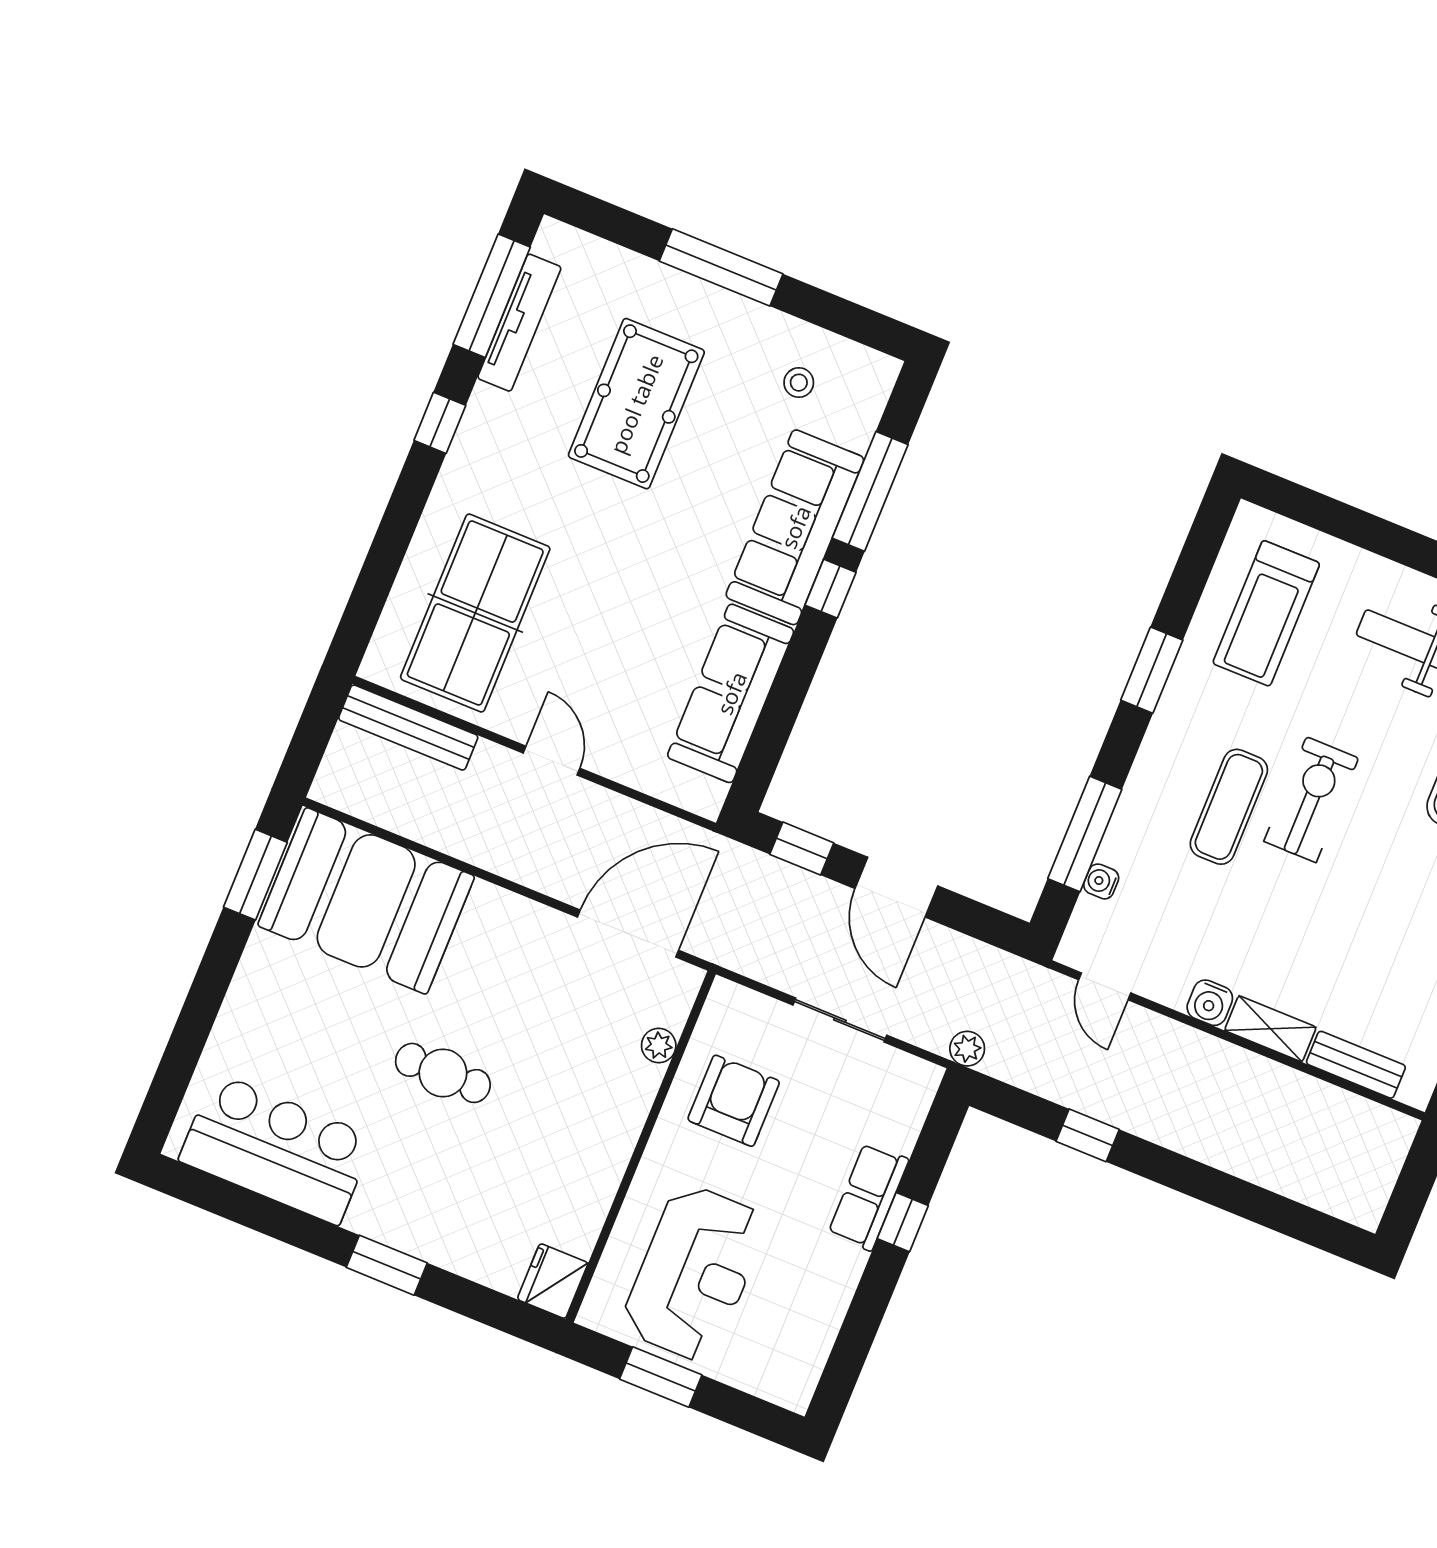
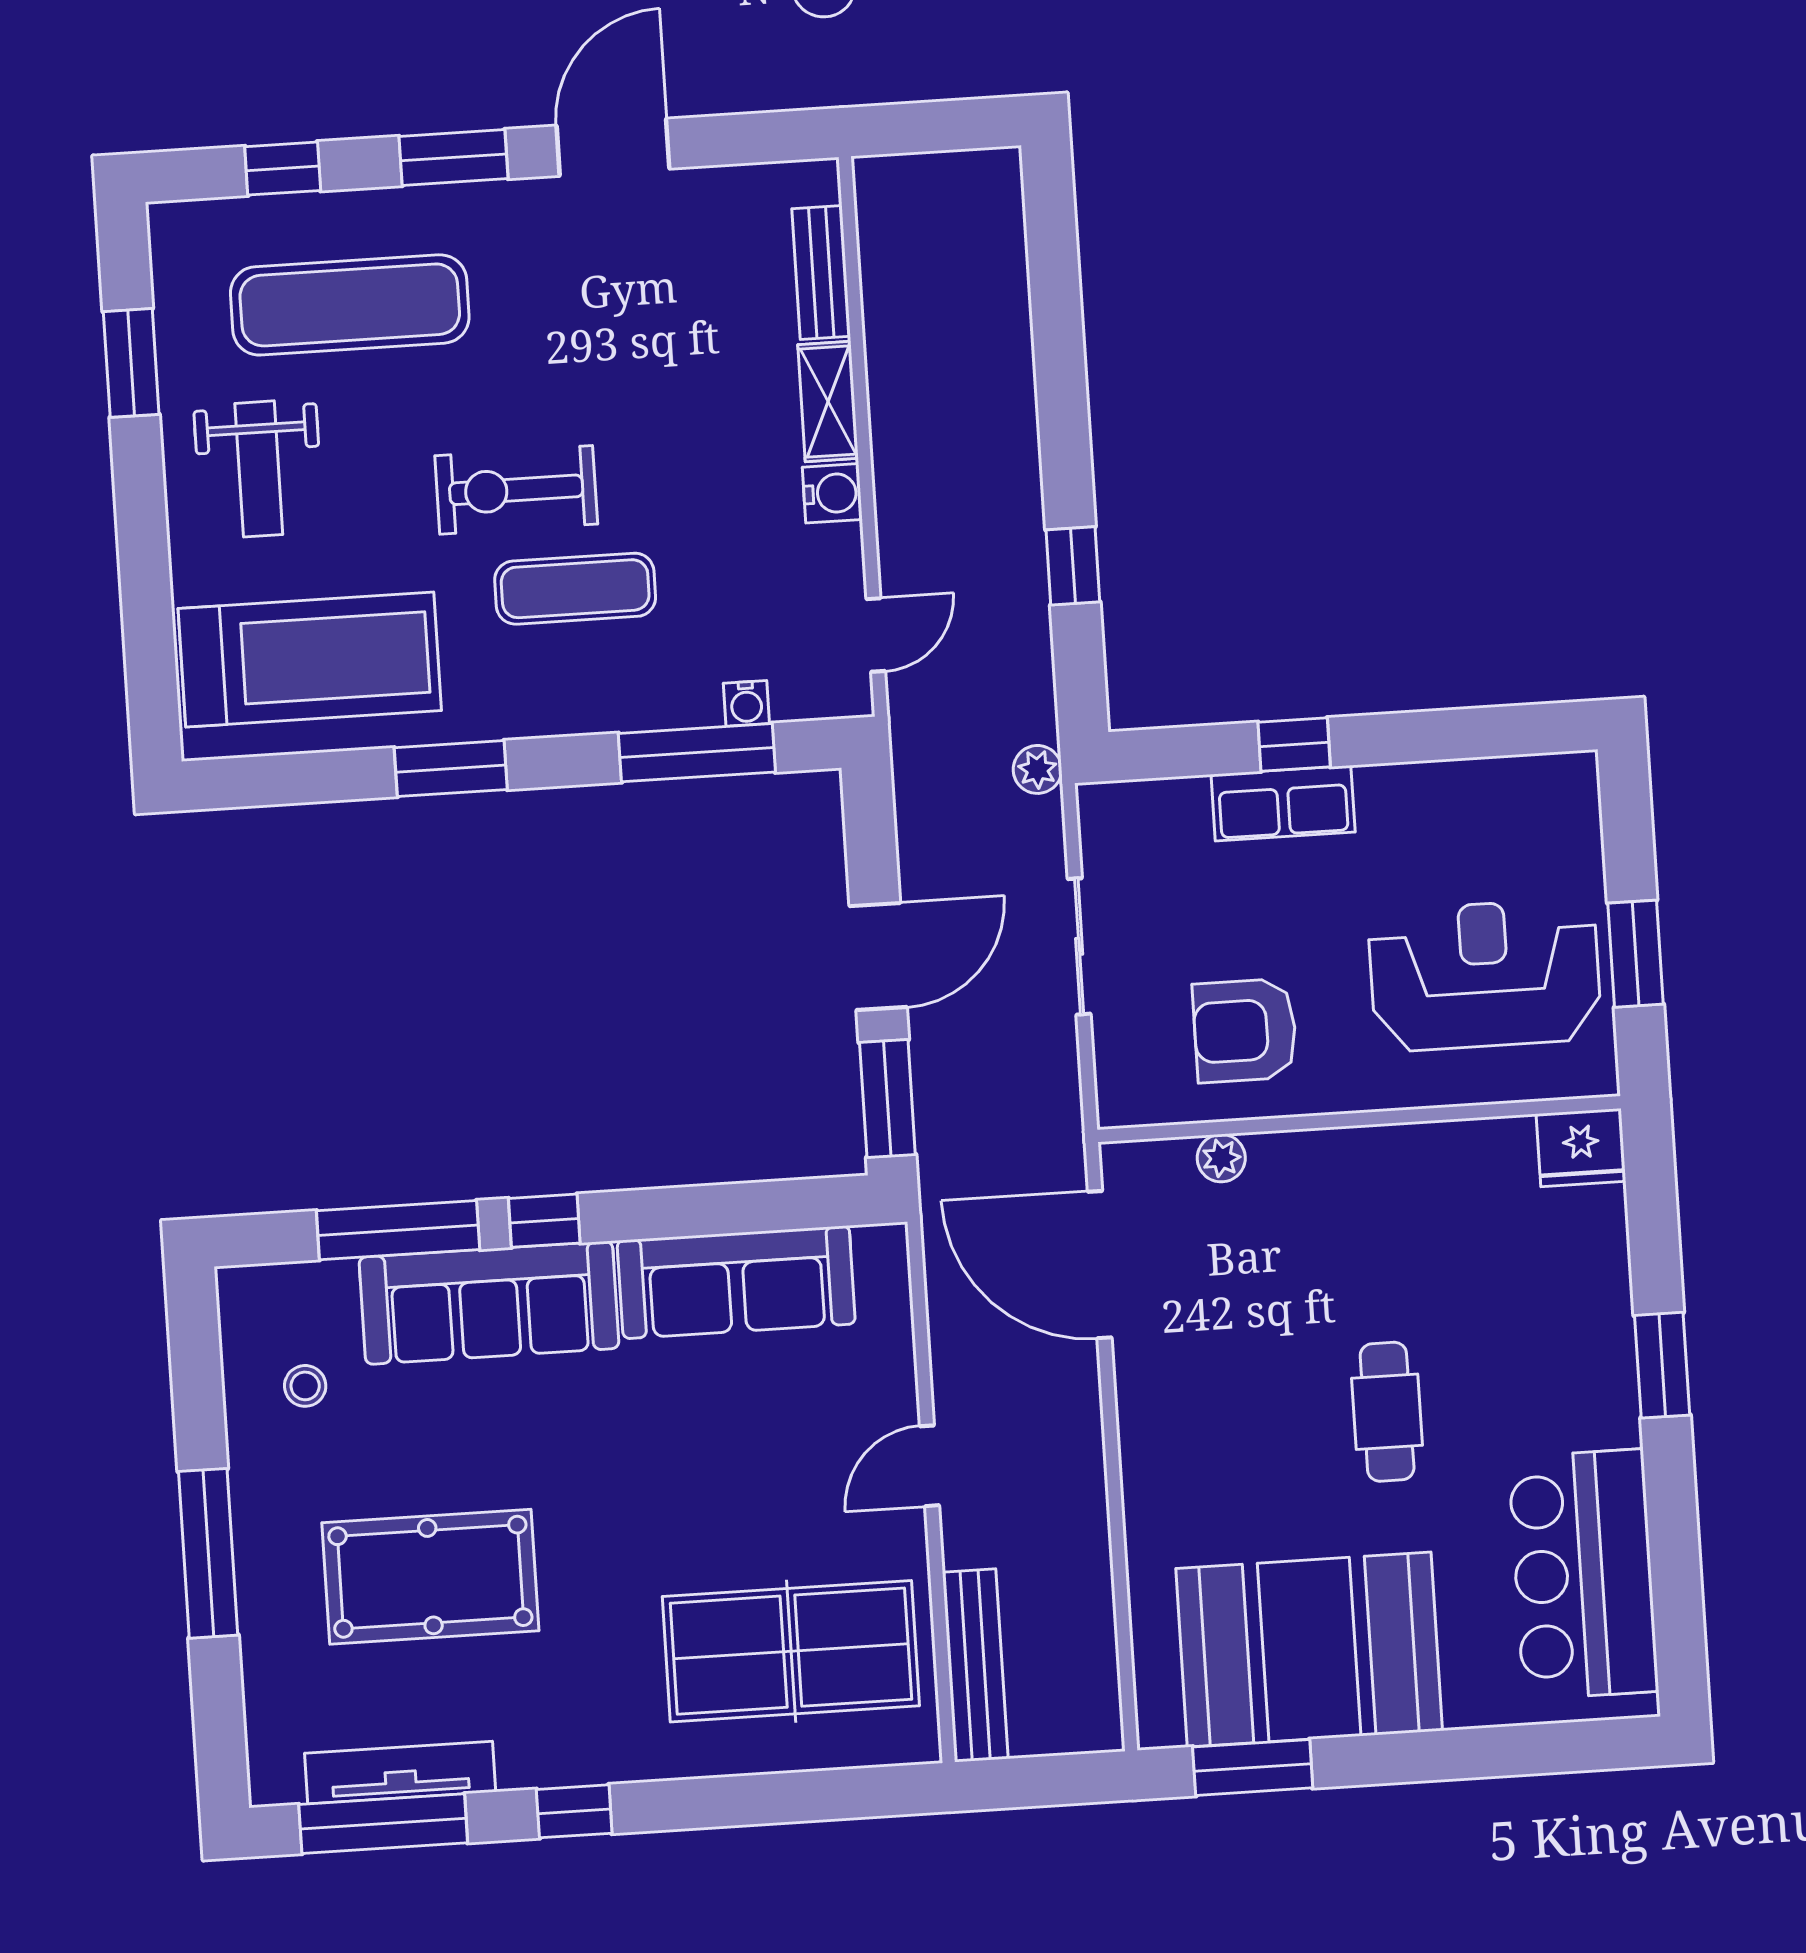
treadmill: (1266, 613) -> (310, 660), width x1.37, depth x1.38
window: (802, 849) -> (887, 1099), width x1.50
booth: (366, 901) -> (1309, 1650), moved, turned 90

